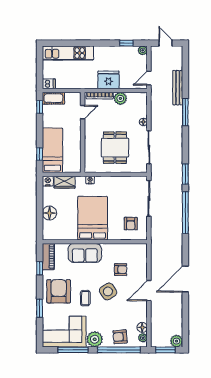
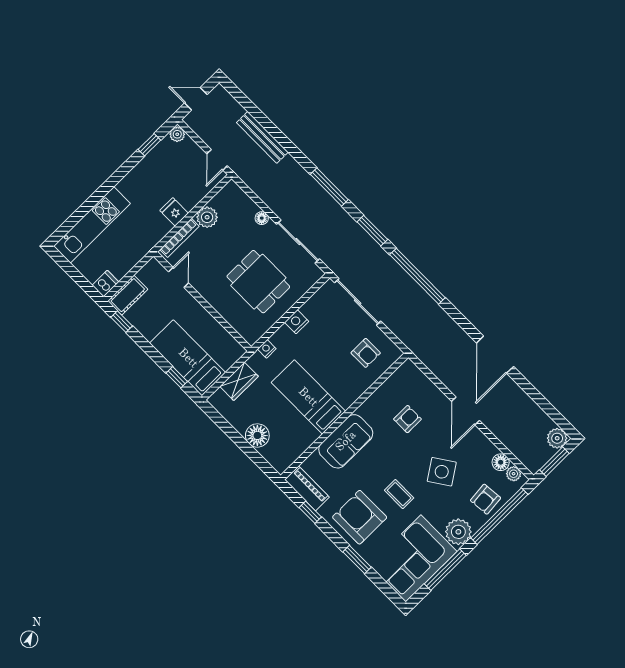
fridge: (109, 80) -> (174, 212), width x0.53, depth x0.75
window: (185, 112) -> (329, 187), moved
nightstand: (48, 181) -> (297, 322), moved
bed: (93, 218) -> (308, 397), width x0.67
side table: (108, 291) -> (442, 472), moved

